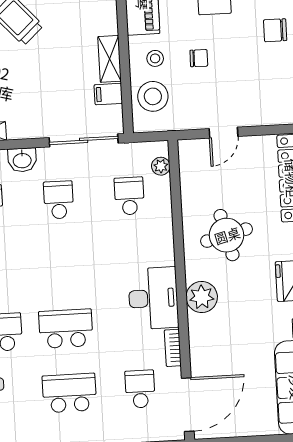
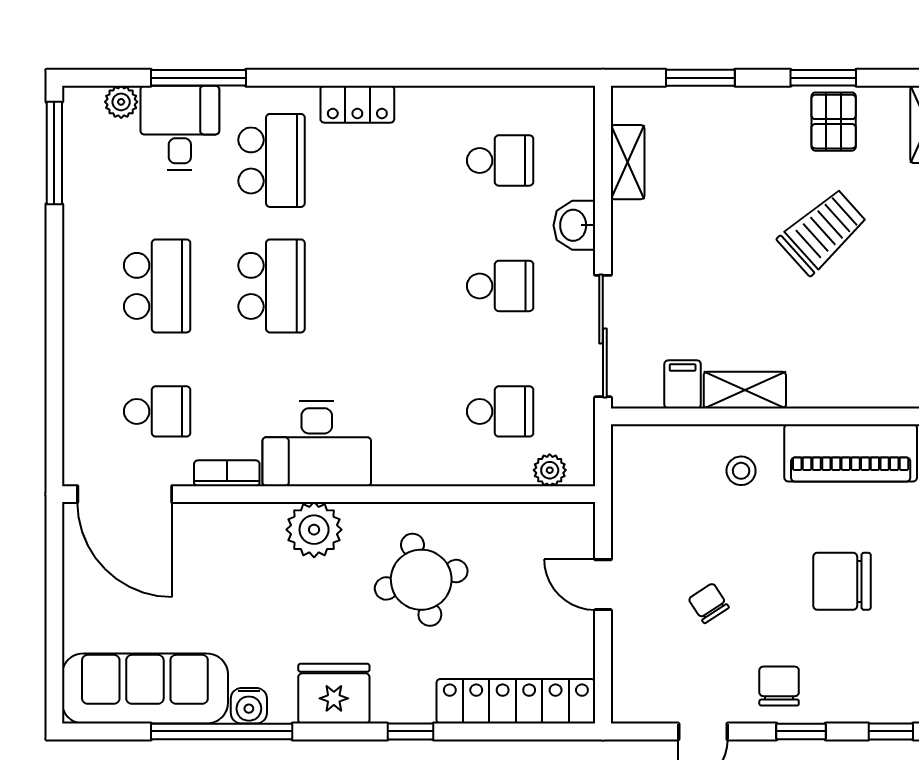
chair: (199, 58) -> (709, 603), moved, turned 146
stool: (153, 96) -> (674, 463), removed

